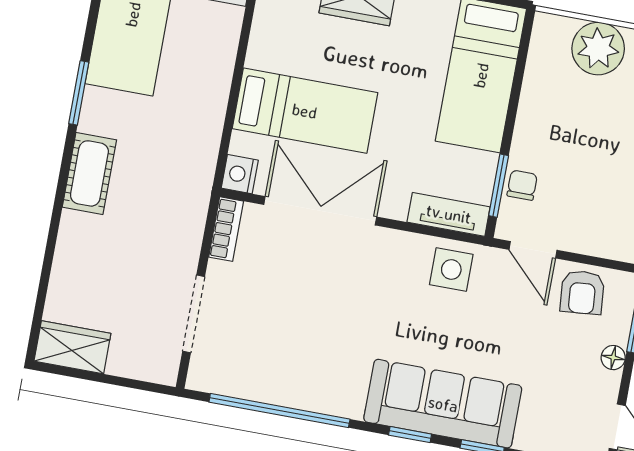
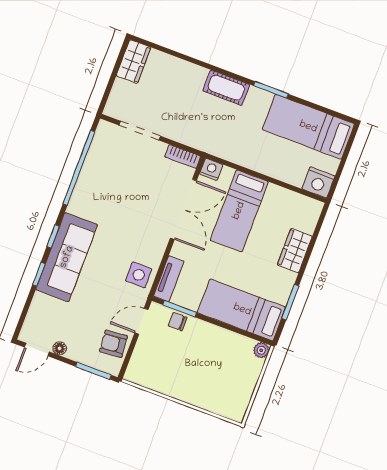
plant: (598, 49) -> (261, 350), moved, width x0.53, depth x0.53
chair: (522, 185) -> (178, 322), turned 180
floor lamp: (613, 358) -> (60, 348), moved

